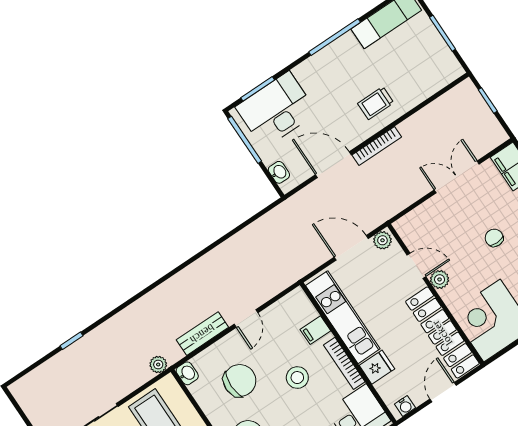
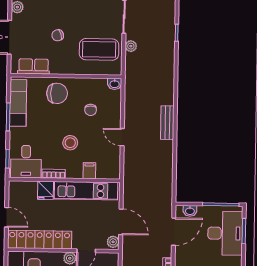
door: (333, 165) -> (174, 232), moved
door: (351, 248) -> (121, 222), hinge flipped
bench: (202, 334) -> (167, 123), moved
bookcase: (344, 363) -> (54, 174), width x0.64
plant: (158, 365) -> (131, 46), moved
chair: (240, 381) -> (91, 110), width x0.54, depth x0.54
water cooler: (405, 406) -> (14, 191), removed

